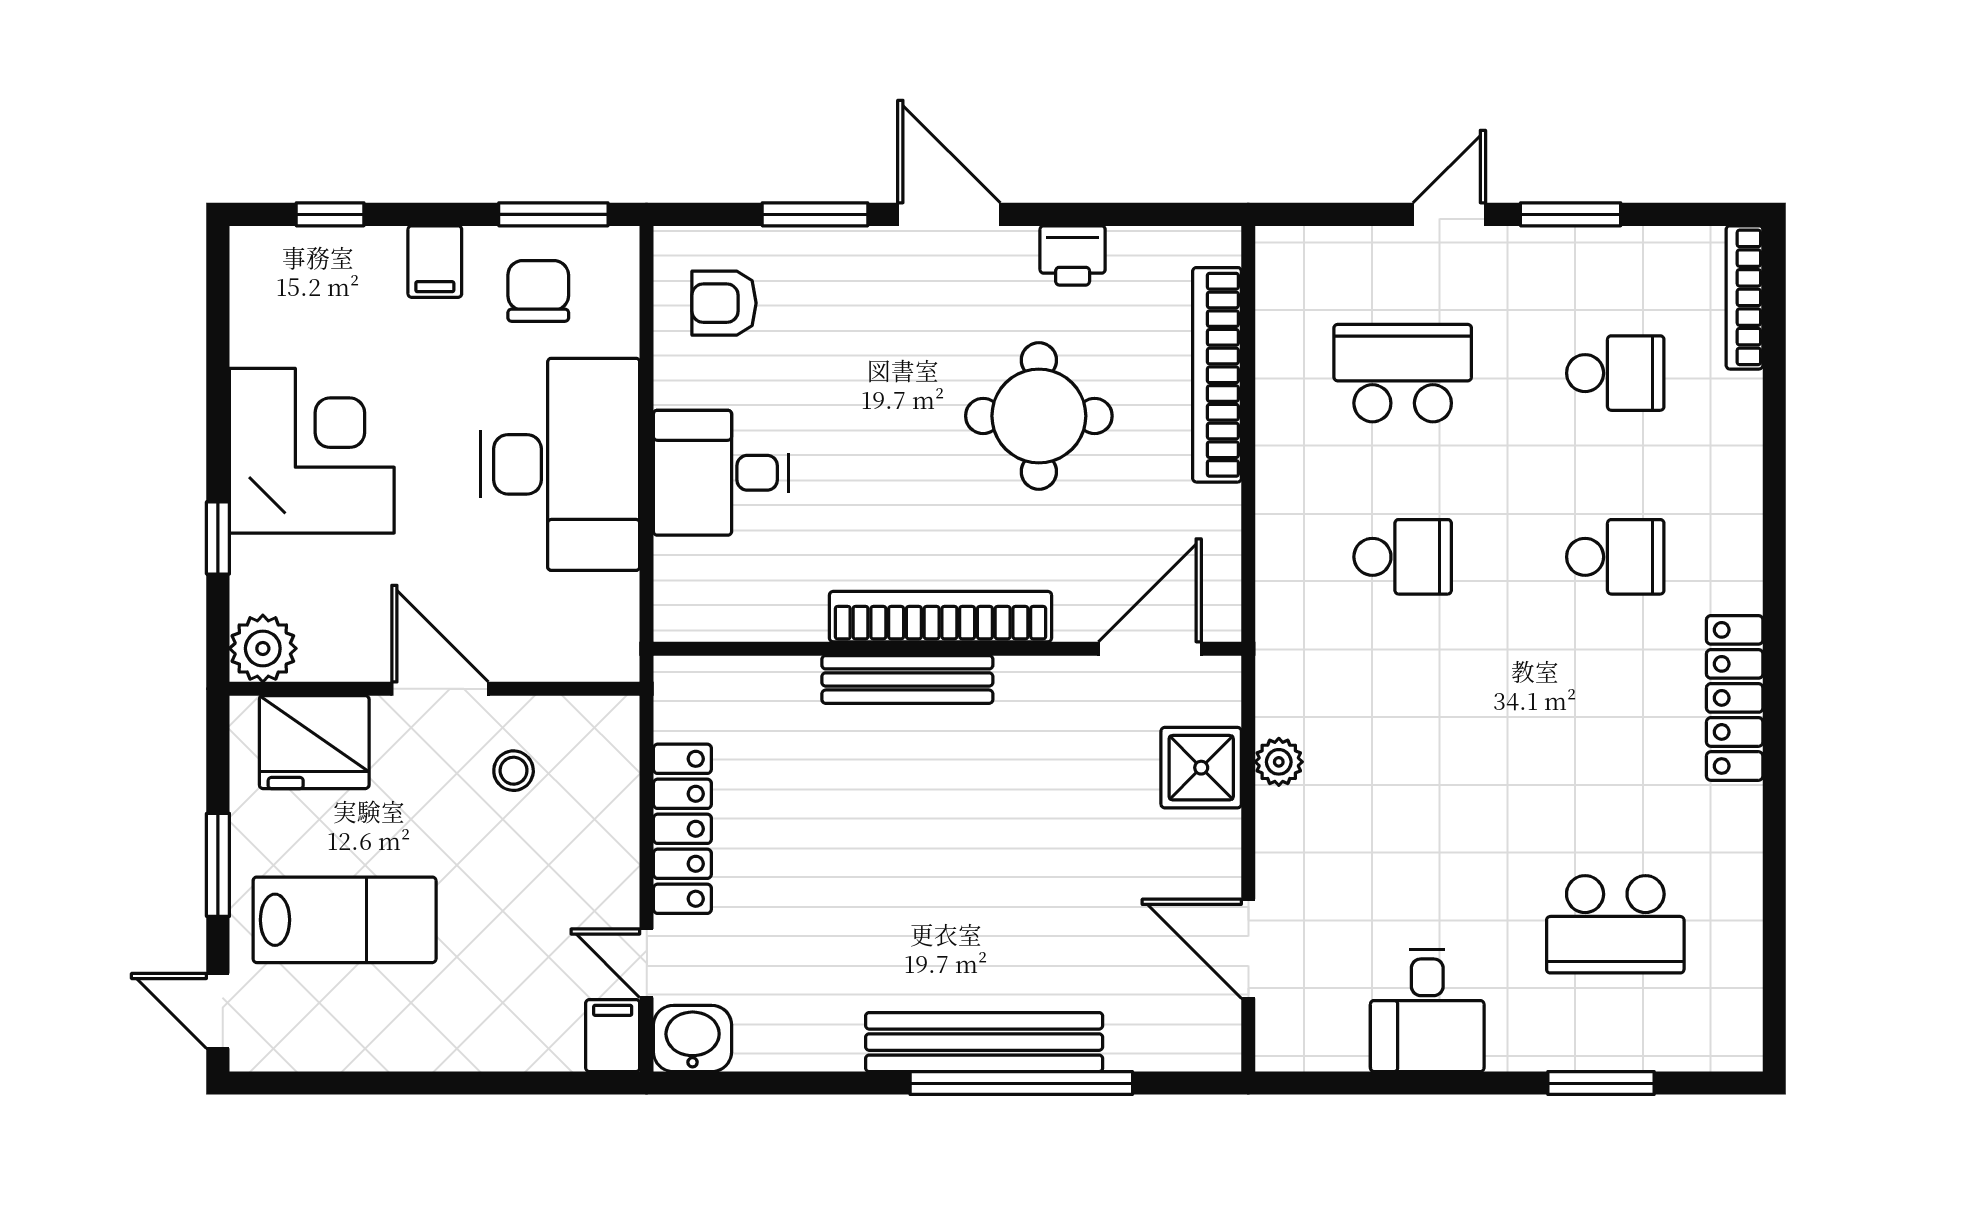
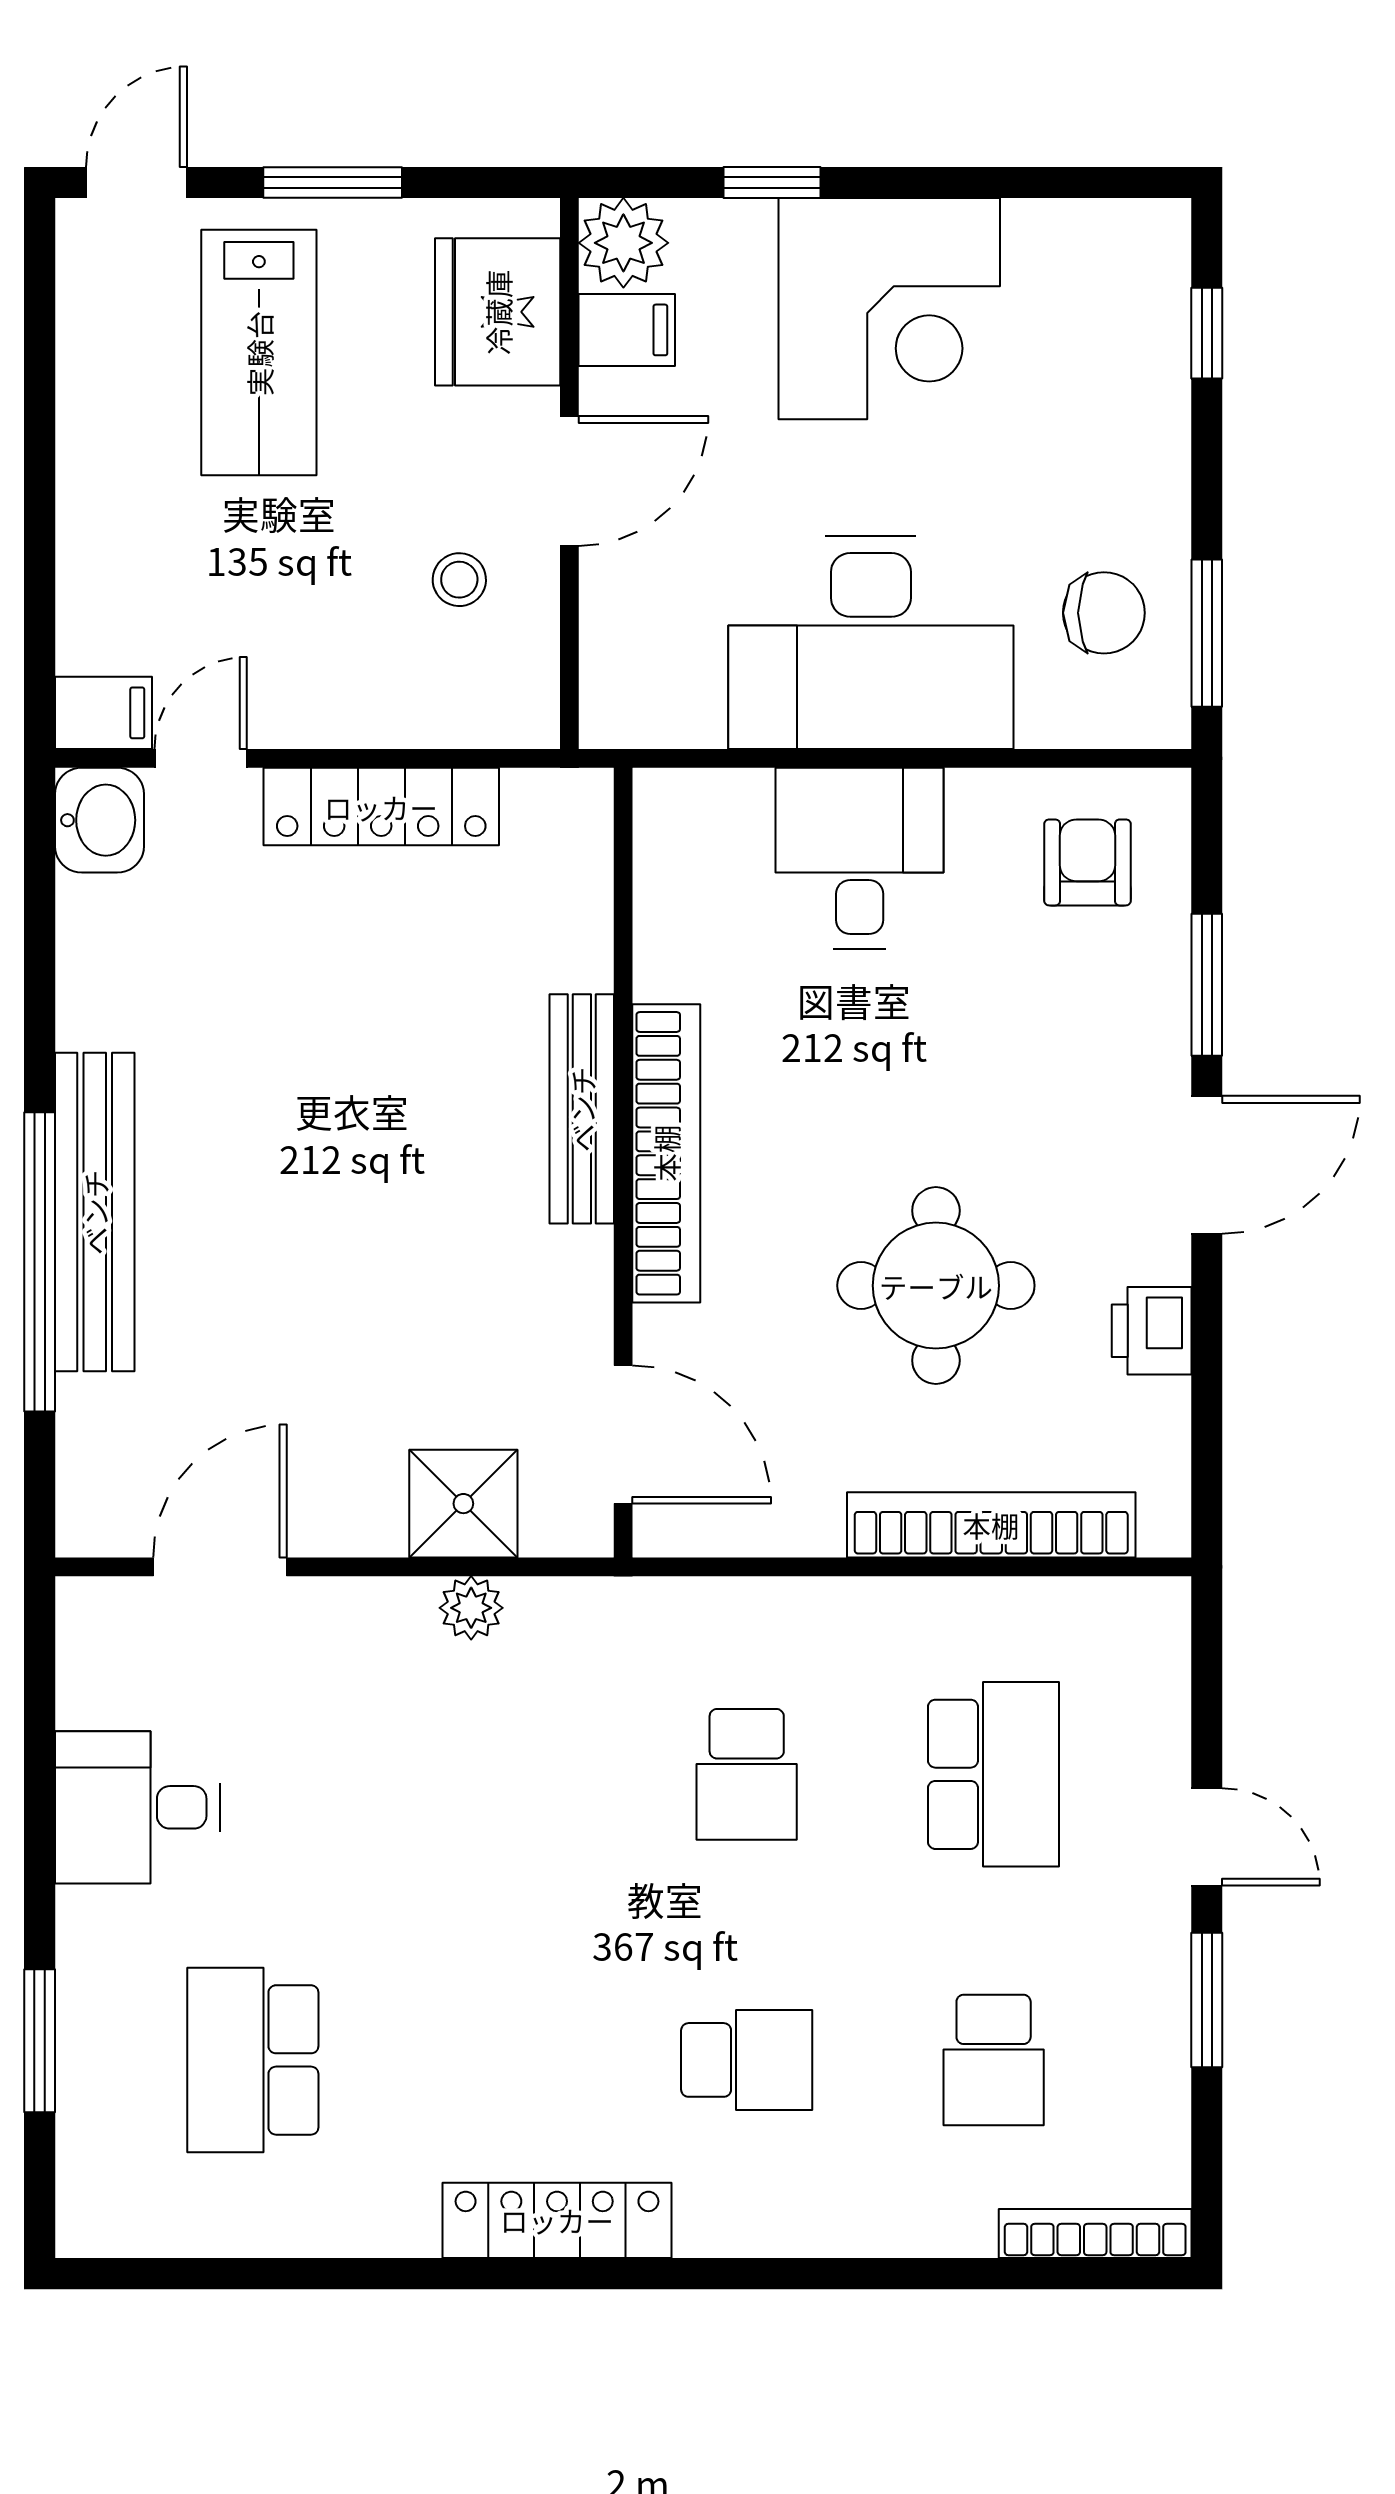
filing cabinet: (435, 262) -> (627, 330), moved, turned 180
school desk: (1615, 557) -> (747, 2060), turned -90

